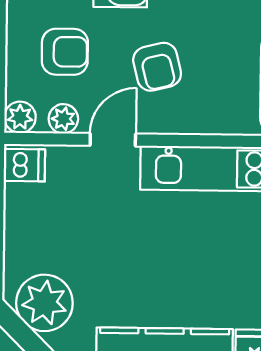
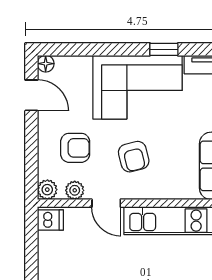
door: (113, 140) -> (106, 203), swing flipped

